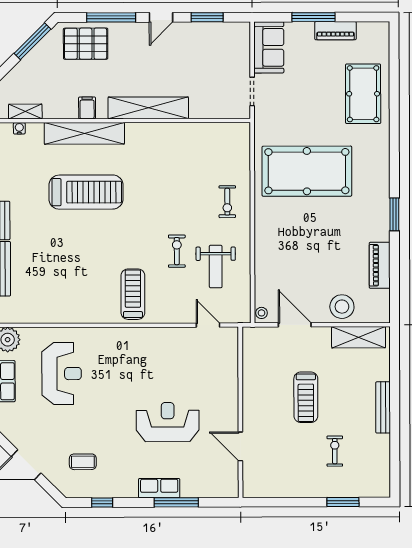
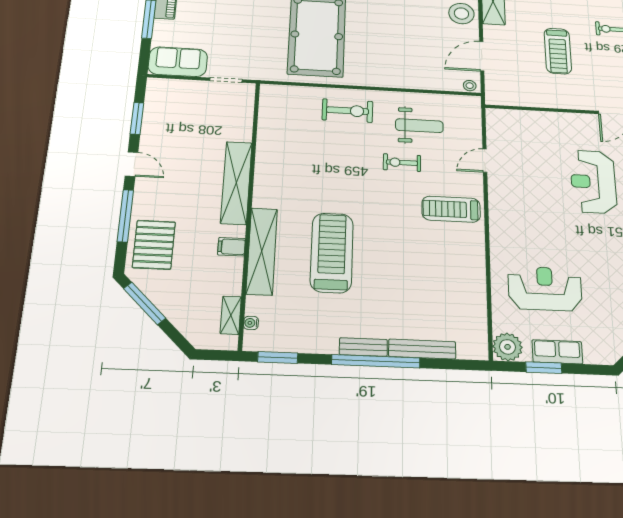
exercise bike: (227, 202) -> (348, 111), width x1.38, depth x1.39
door: (208, 325) -> (485, 161), moved
treadmill: (306, 397) -> (558, 51), turned 90

